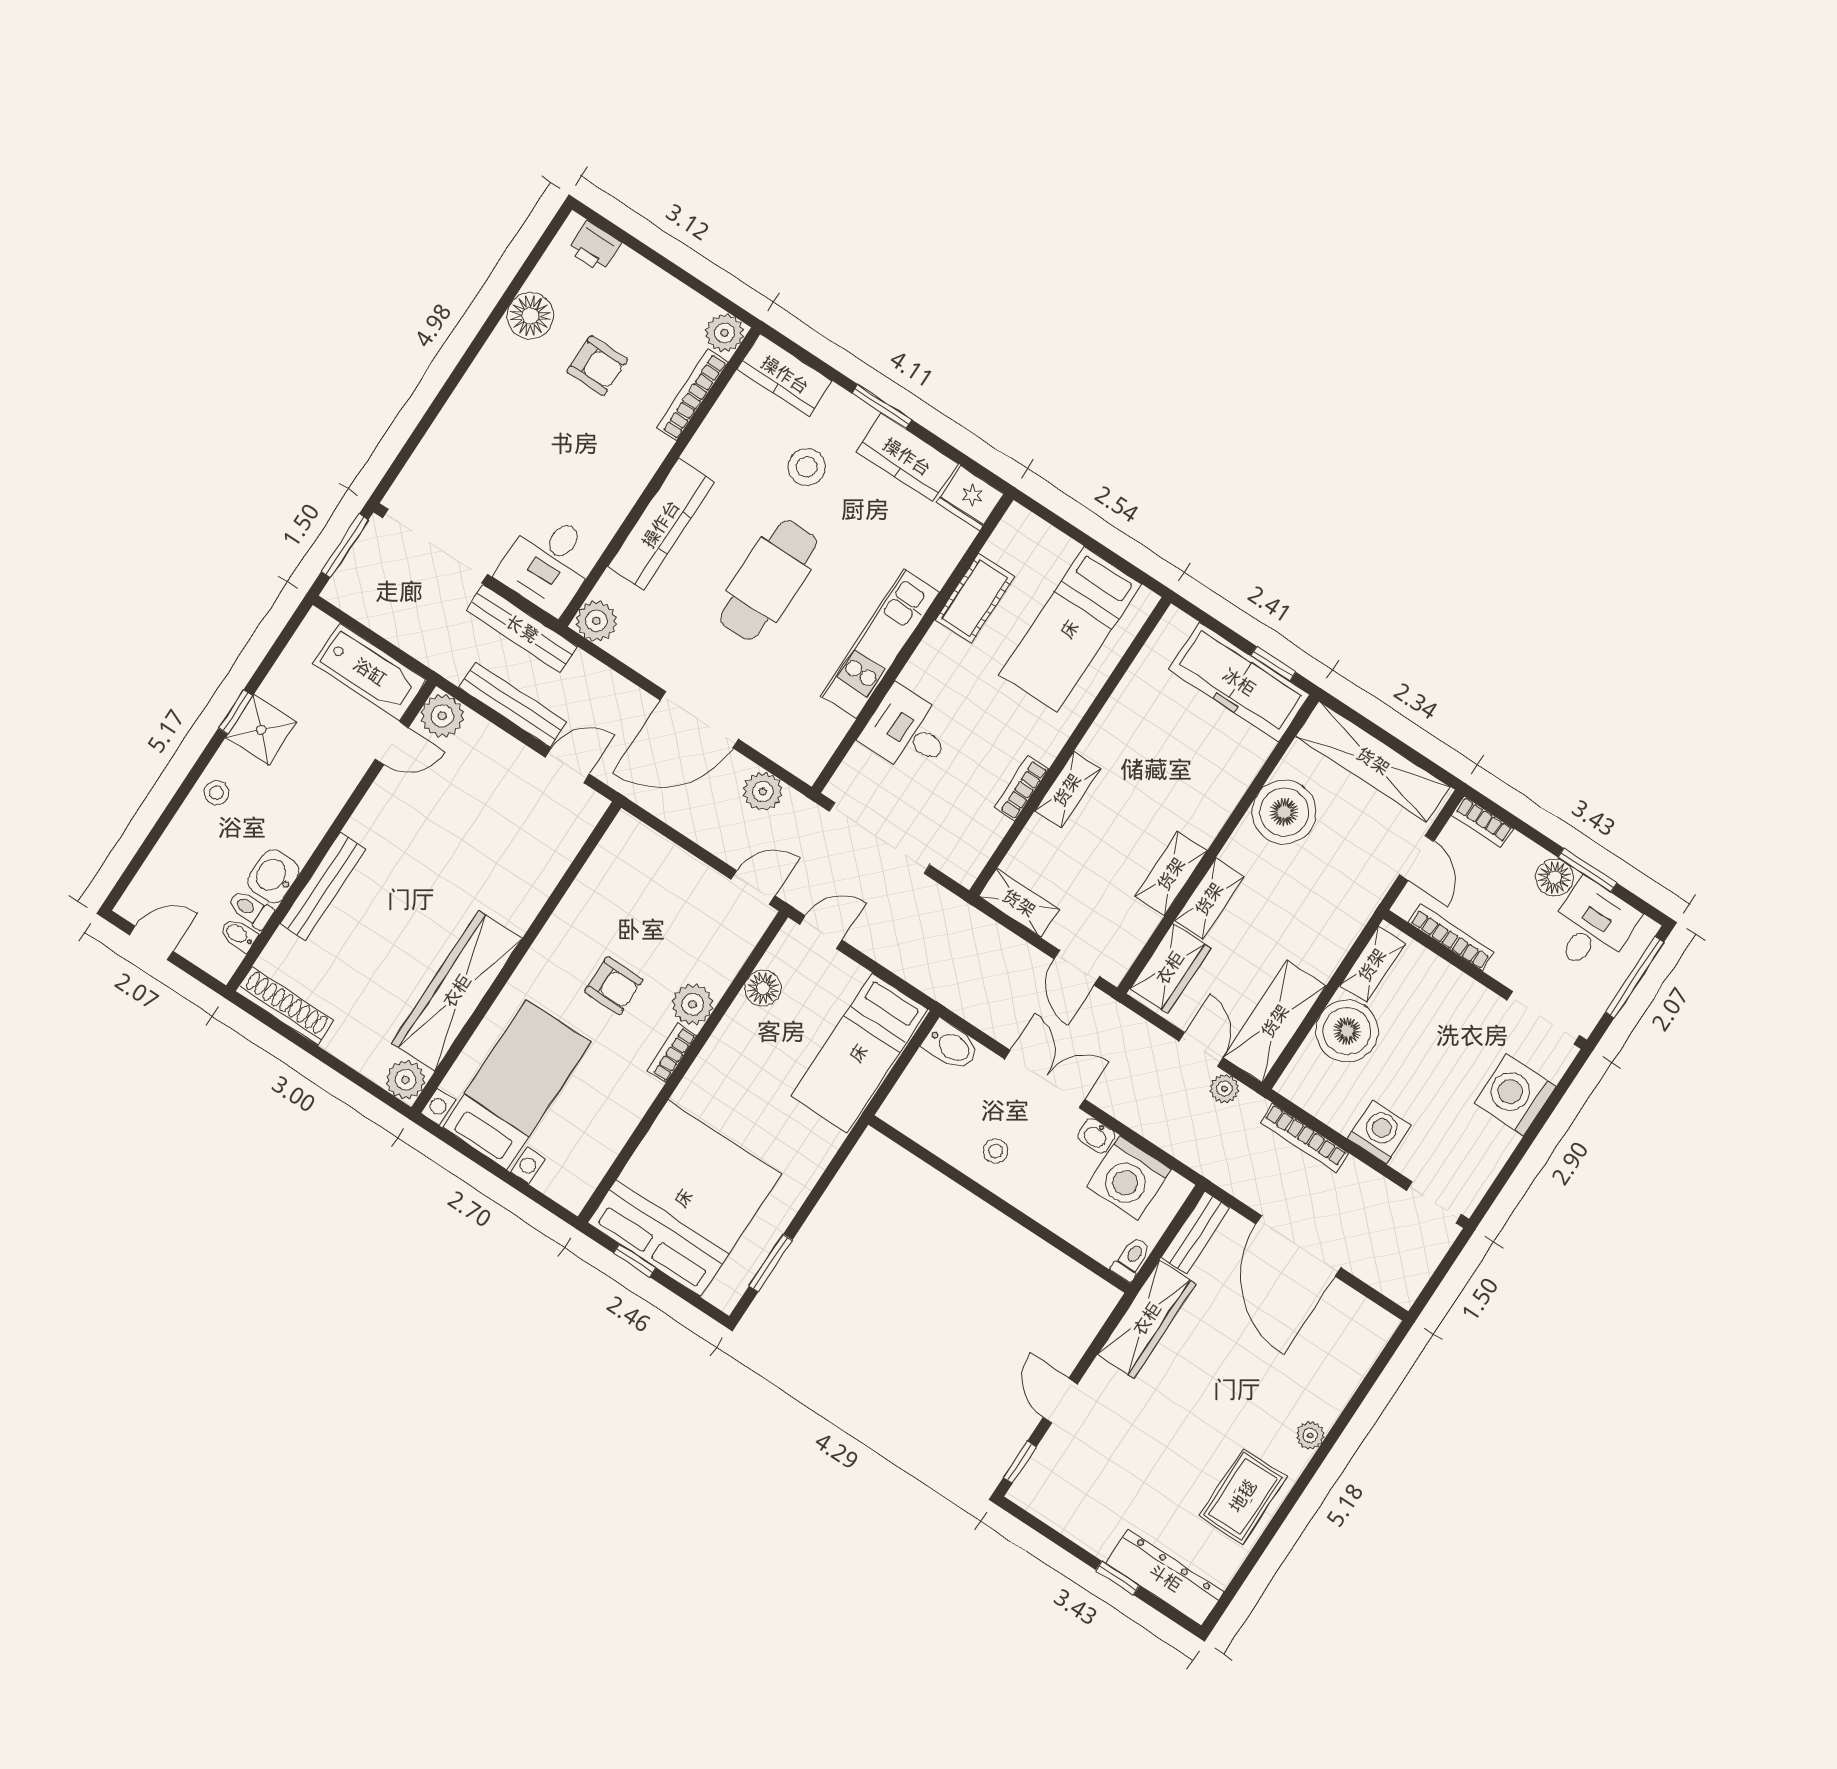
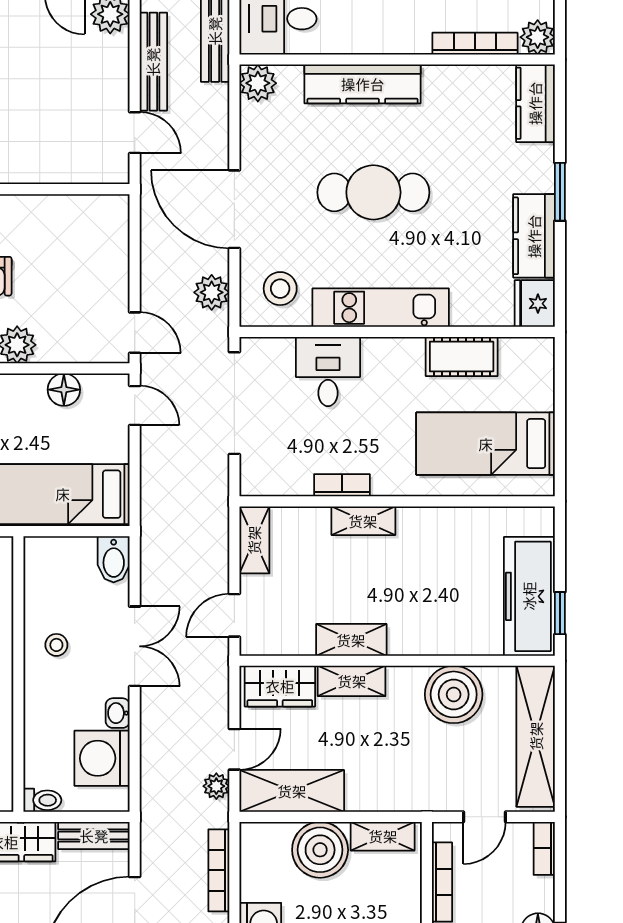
stool: (807, 467) -> (280, 289), moved

